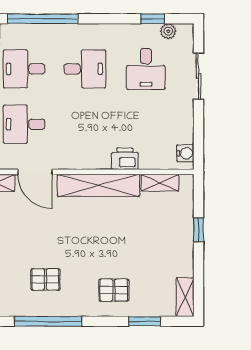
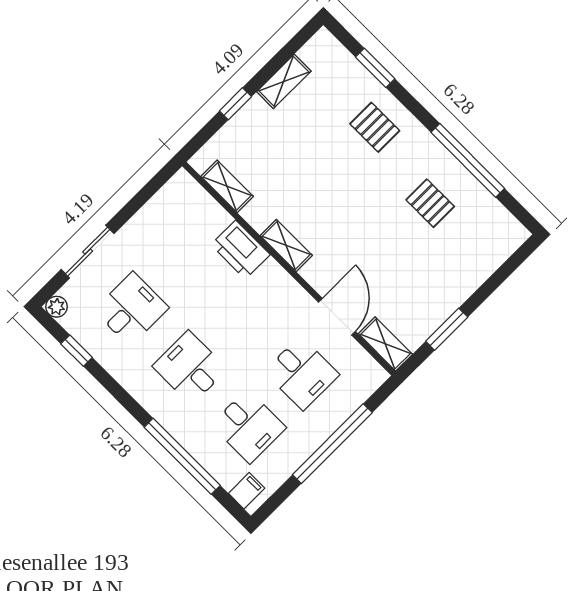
plant: (168, 31) -> (57, 307), moved
water cooler: (185, 153) -> (175, 190), removed
printer: (125, 159) -> (241, 250), width x1.37, depth x1.19
shelving: (98, 185) -> (286, 245), width x0.45, depth x0.75
shelving: (185, 297) -> (284, 81), moved

